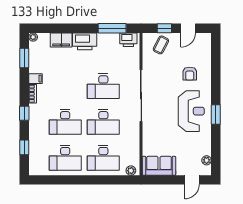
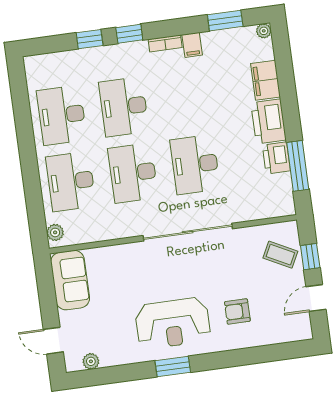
door: (188, 28) -> (316, 298), hinge flipped
printer: (128, 40) -> (276, 158), moved
window: (24, 147) -> (90, 39), moved

